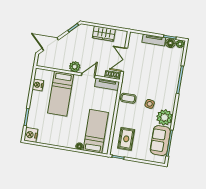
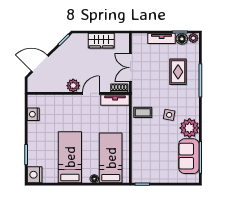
bed: (61, 94) -> (70, 157), moved, turned 180
rug: (126, 139) -> (178, 72), moved

